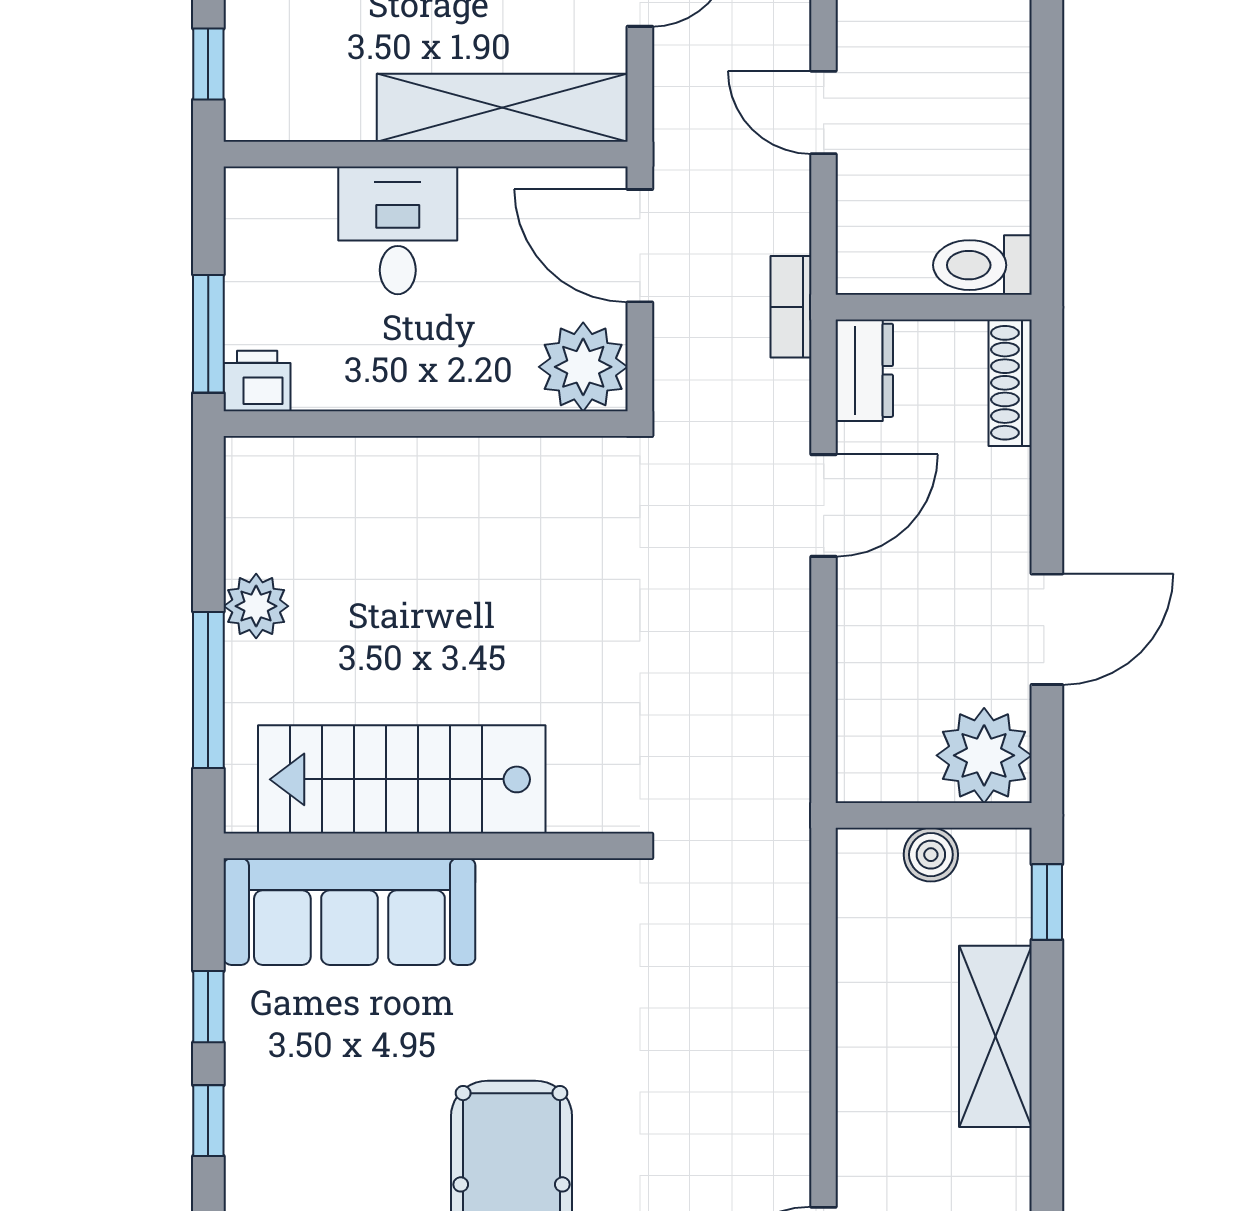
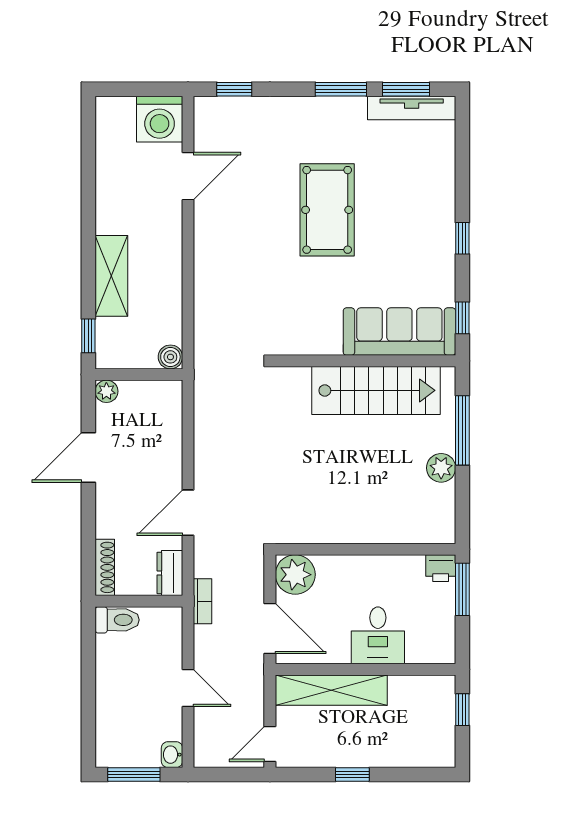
plant: (984, 755) -> (106, 391), width x0.53, depth x0.53
boiler: (931, 855) -> (170, 357), moved
window: (208, 1007) -> (462, 318), moved

